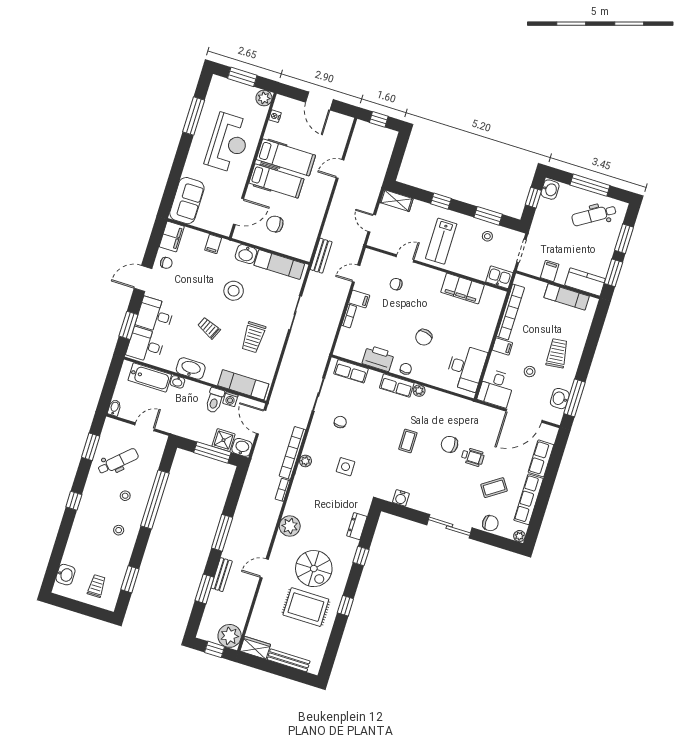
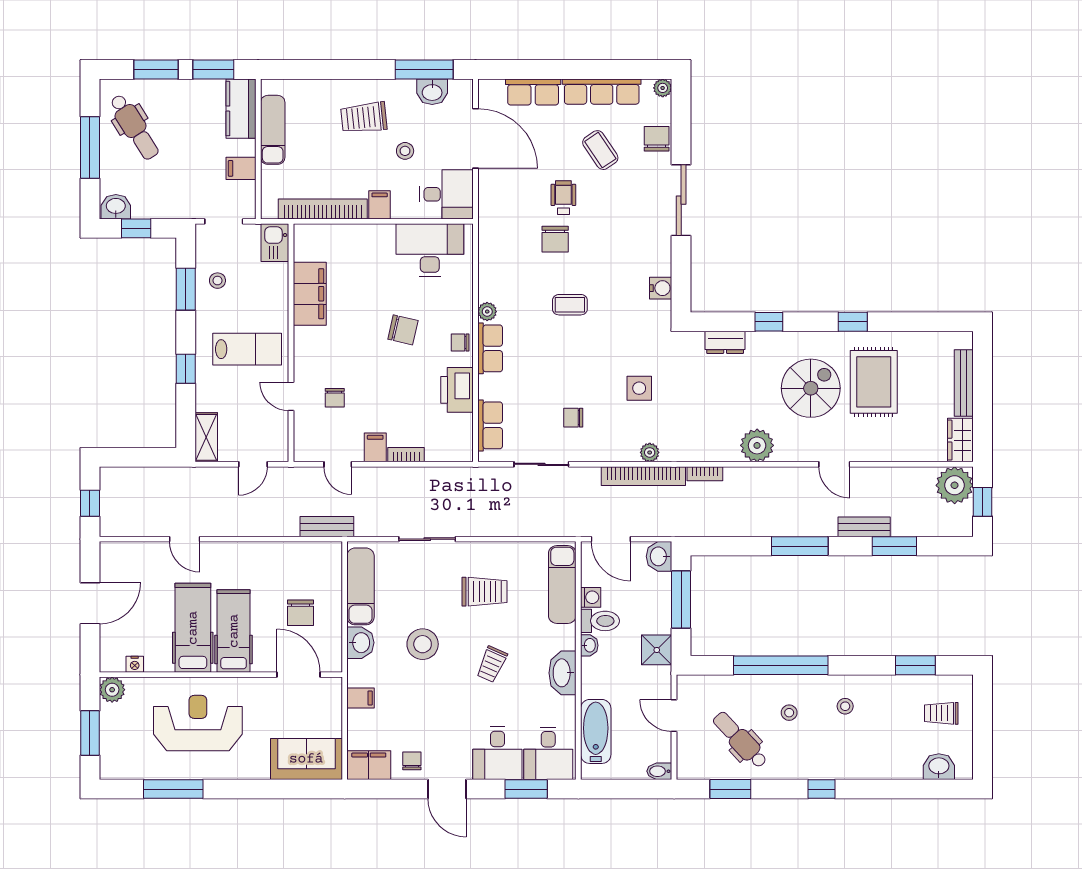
washbasin: (177, 382) -> (589, 645), moved
door: (261, 422) -> (611, 539), hinge flipped
shower: (224, 440) -> (657, 650), moved

